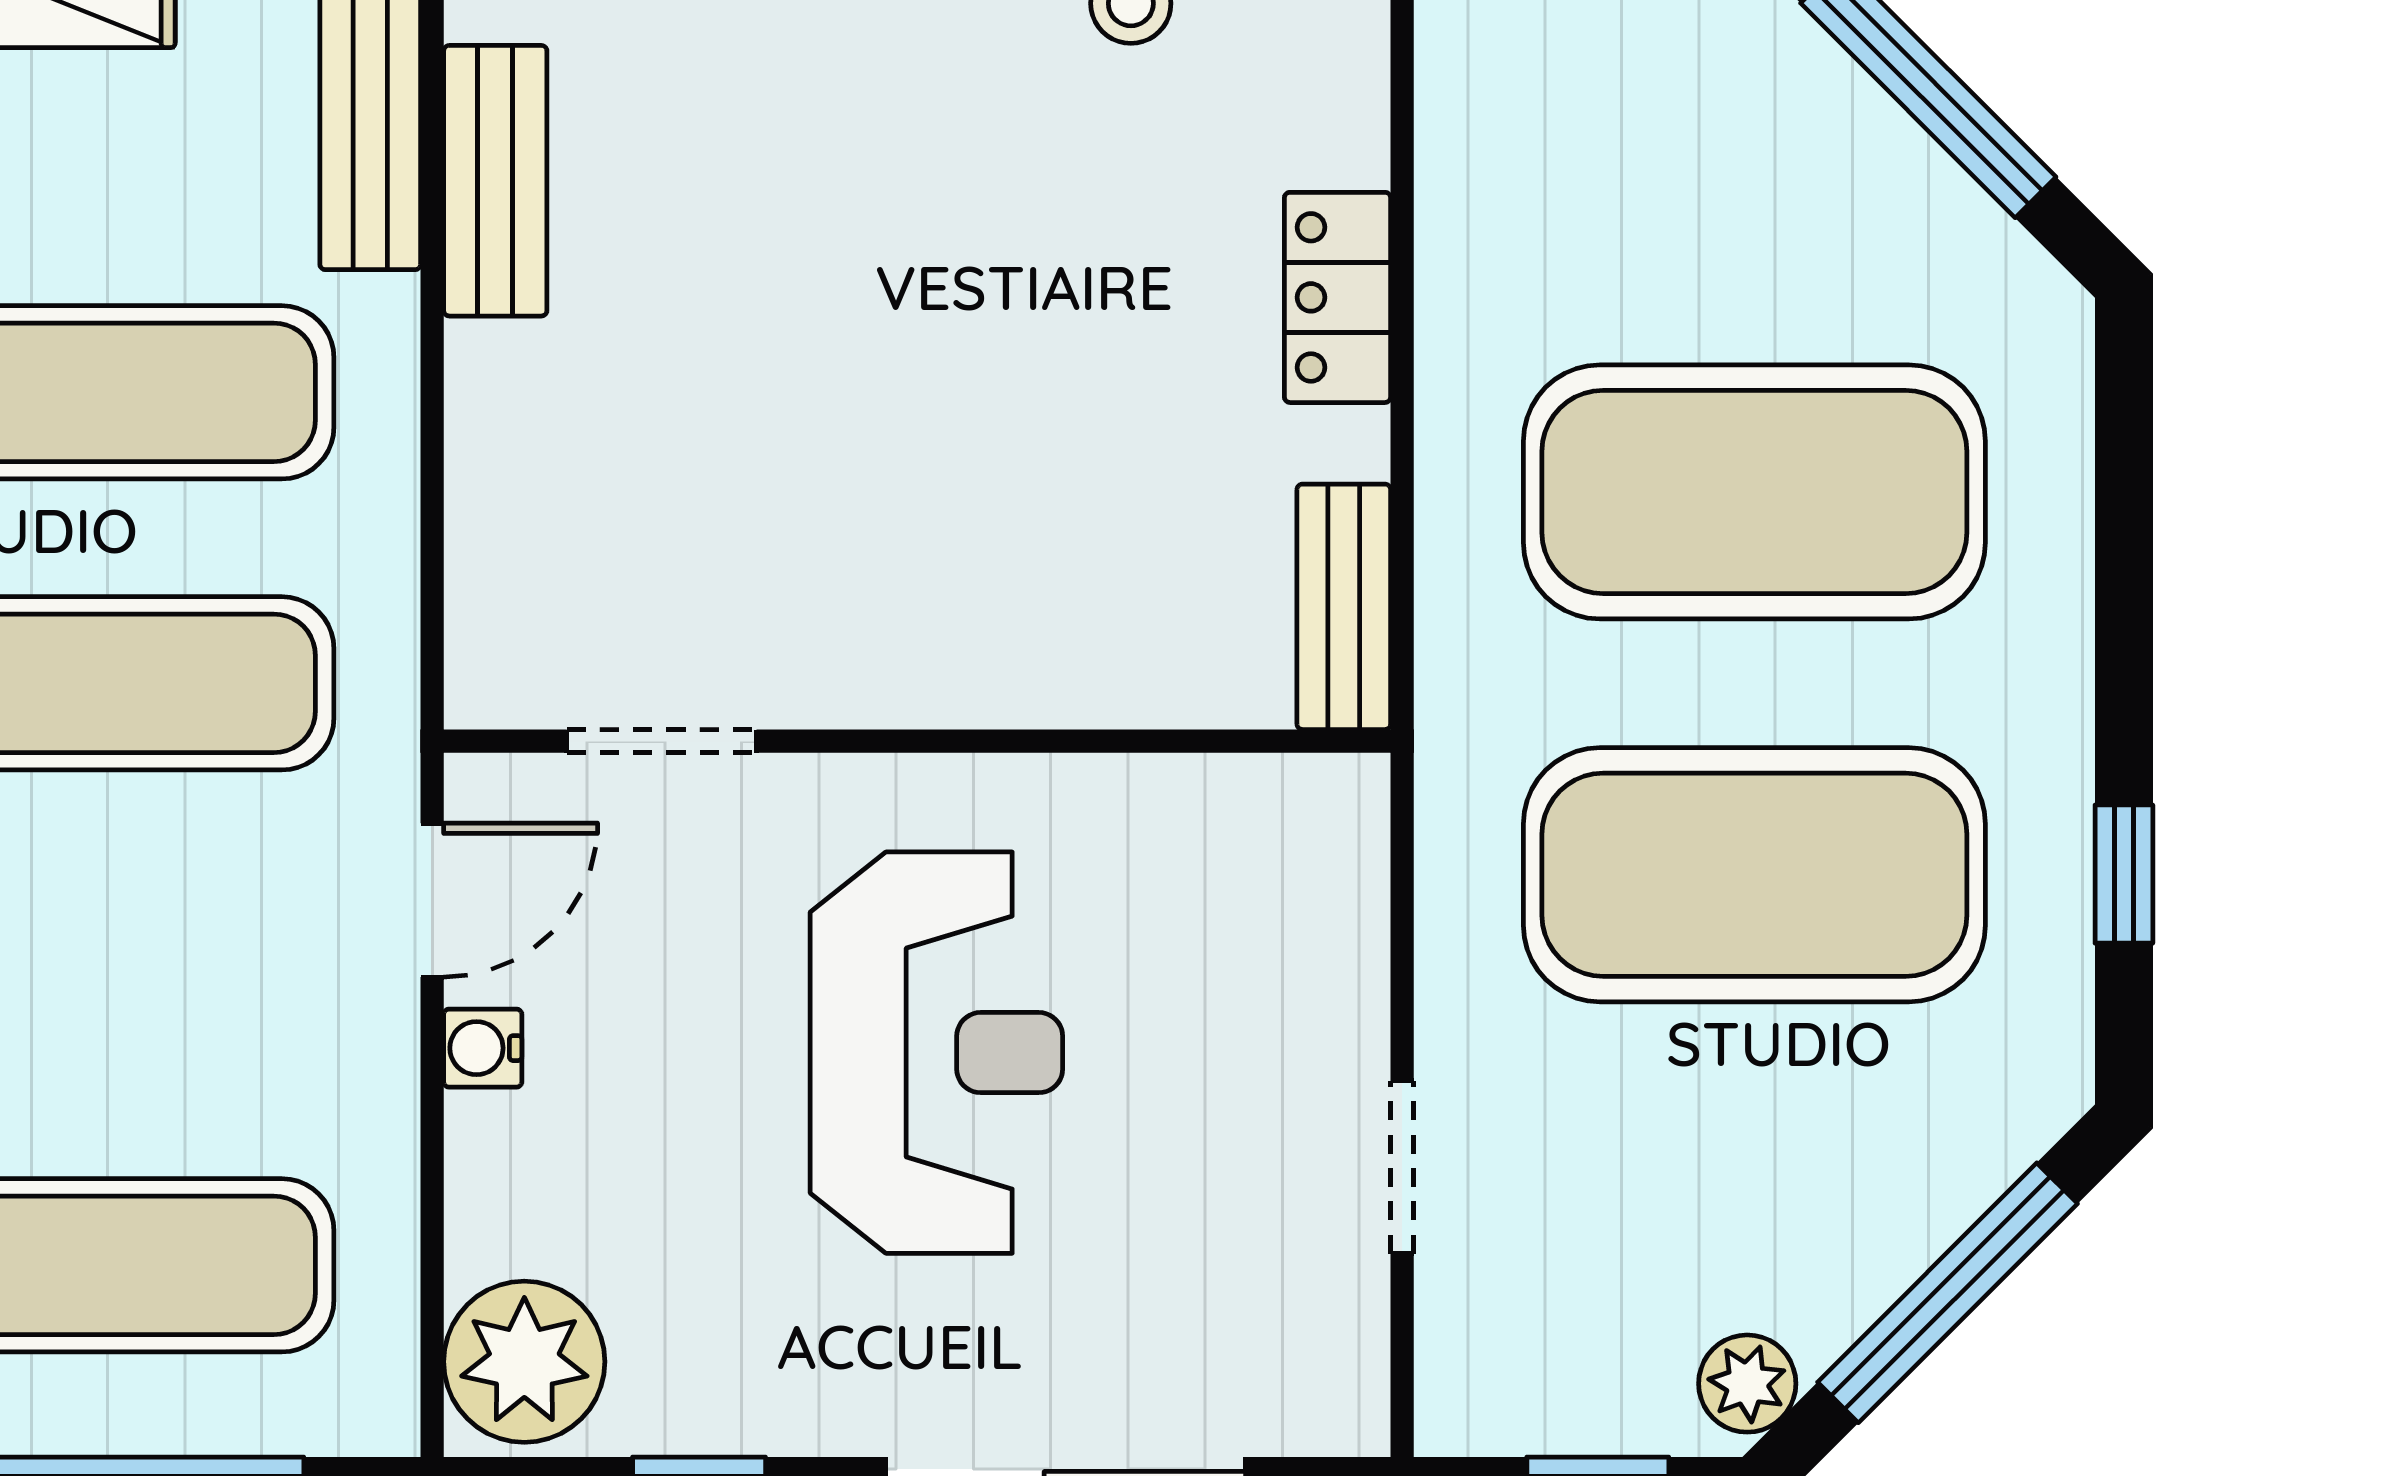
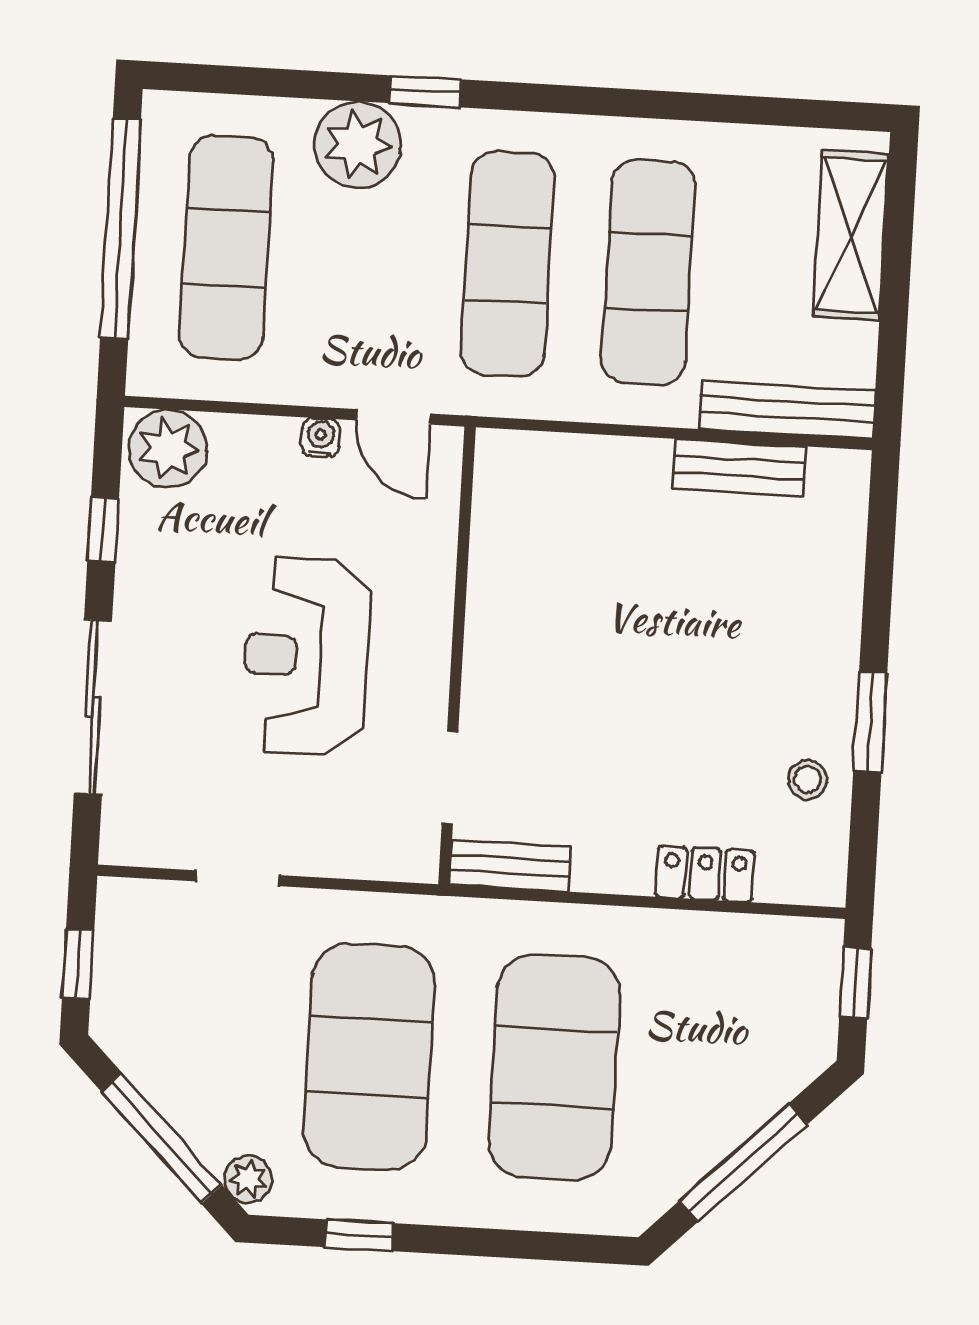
locker: (1338, 297) -> (705, 874), moved
doorway: (662, 741) -> (450, 777), moved
reception desk: (936, 1053) -> (306, 656), turned 90
plant: (1747, 1384) -> (248, 1179), moved

